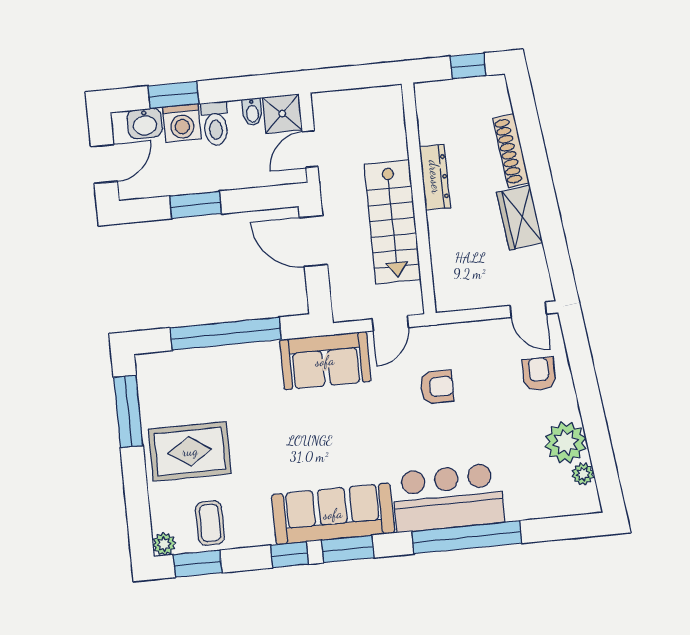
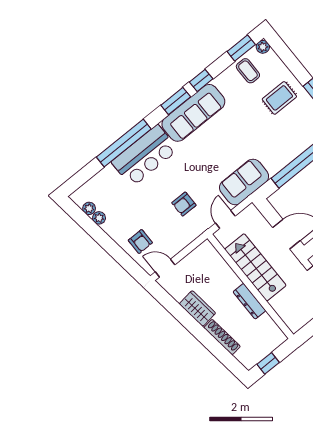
plant: (566, 442) -> (99, 218), width x0.53, depth x0.53
rug: (190, 451) -> (279, 98), width x0.73, depth x0.70

